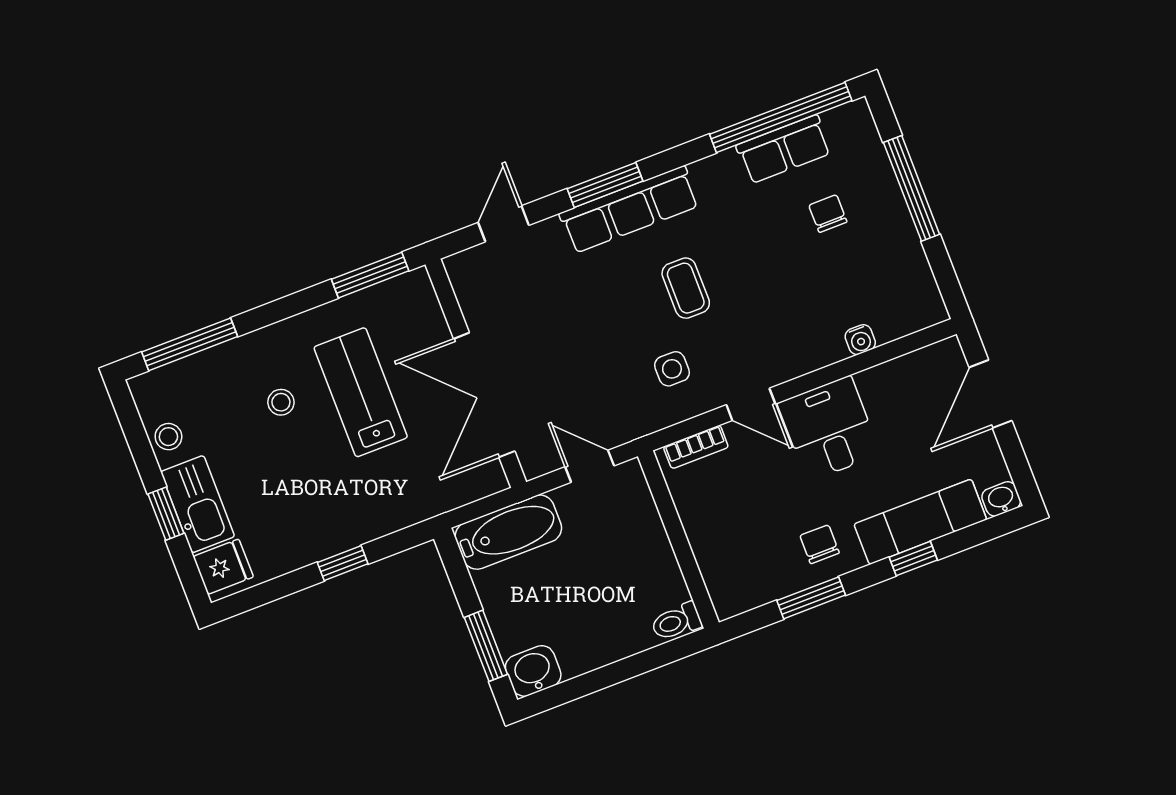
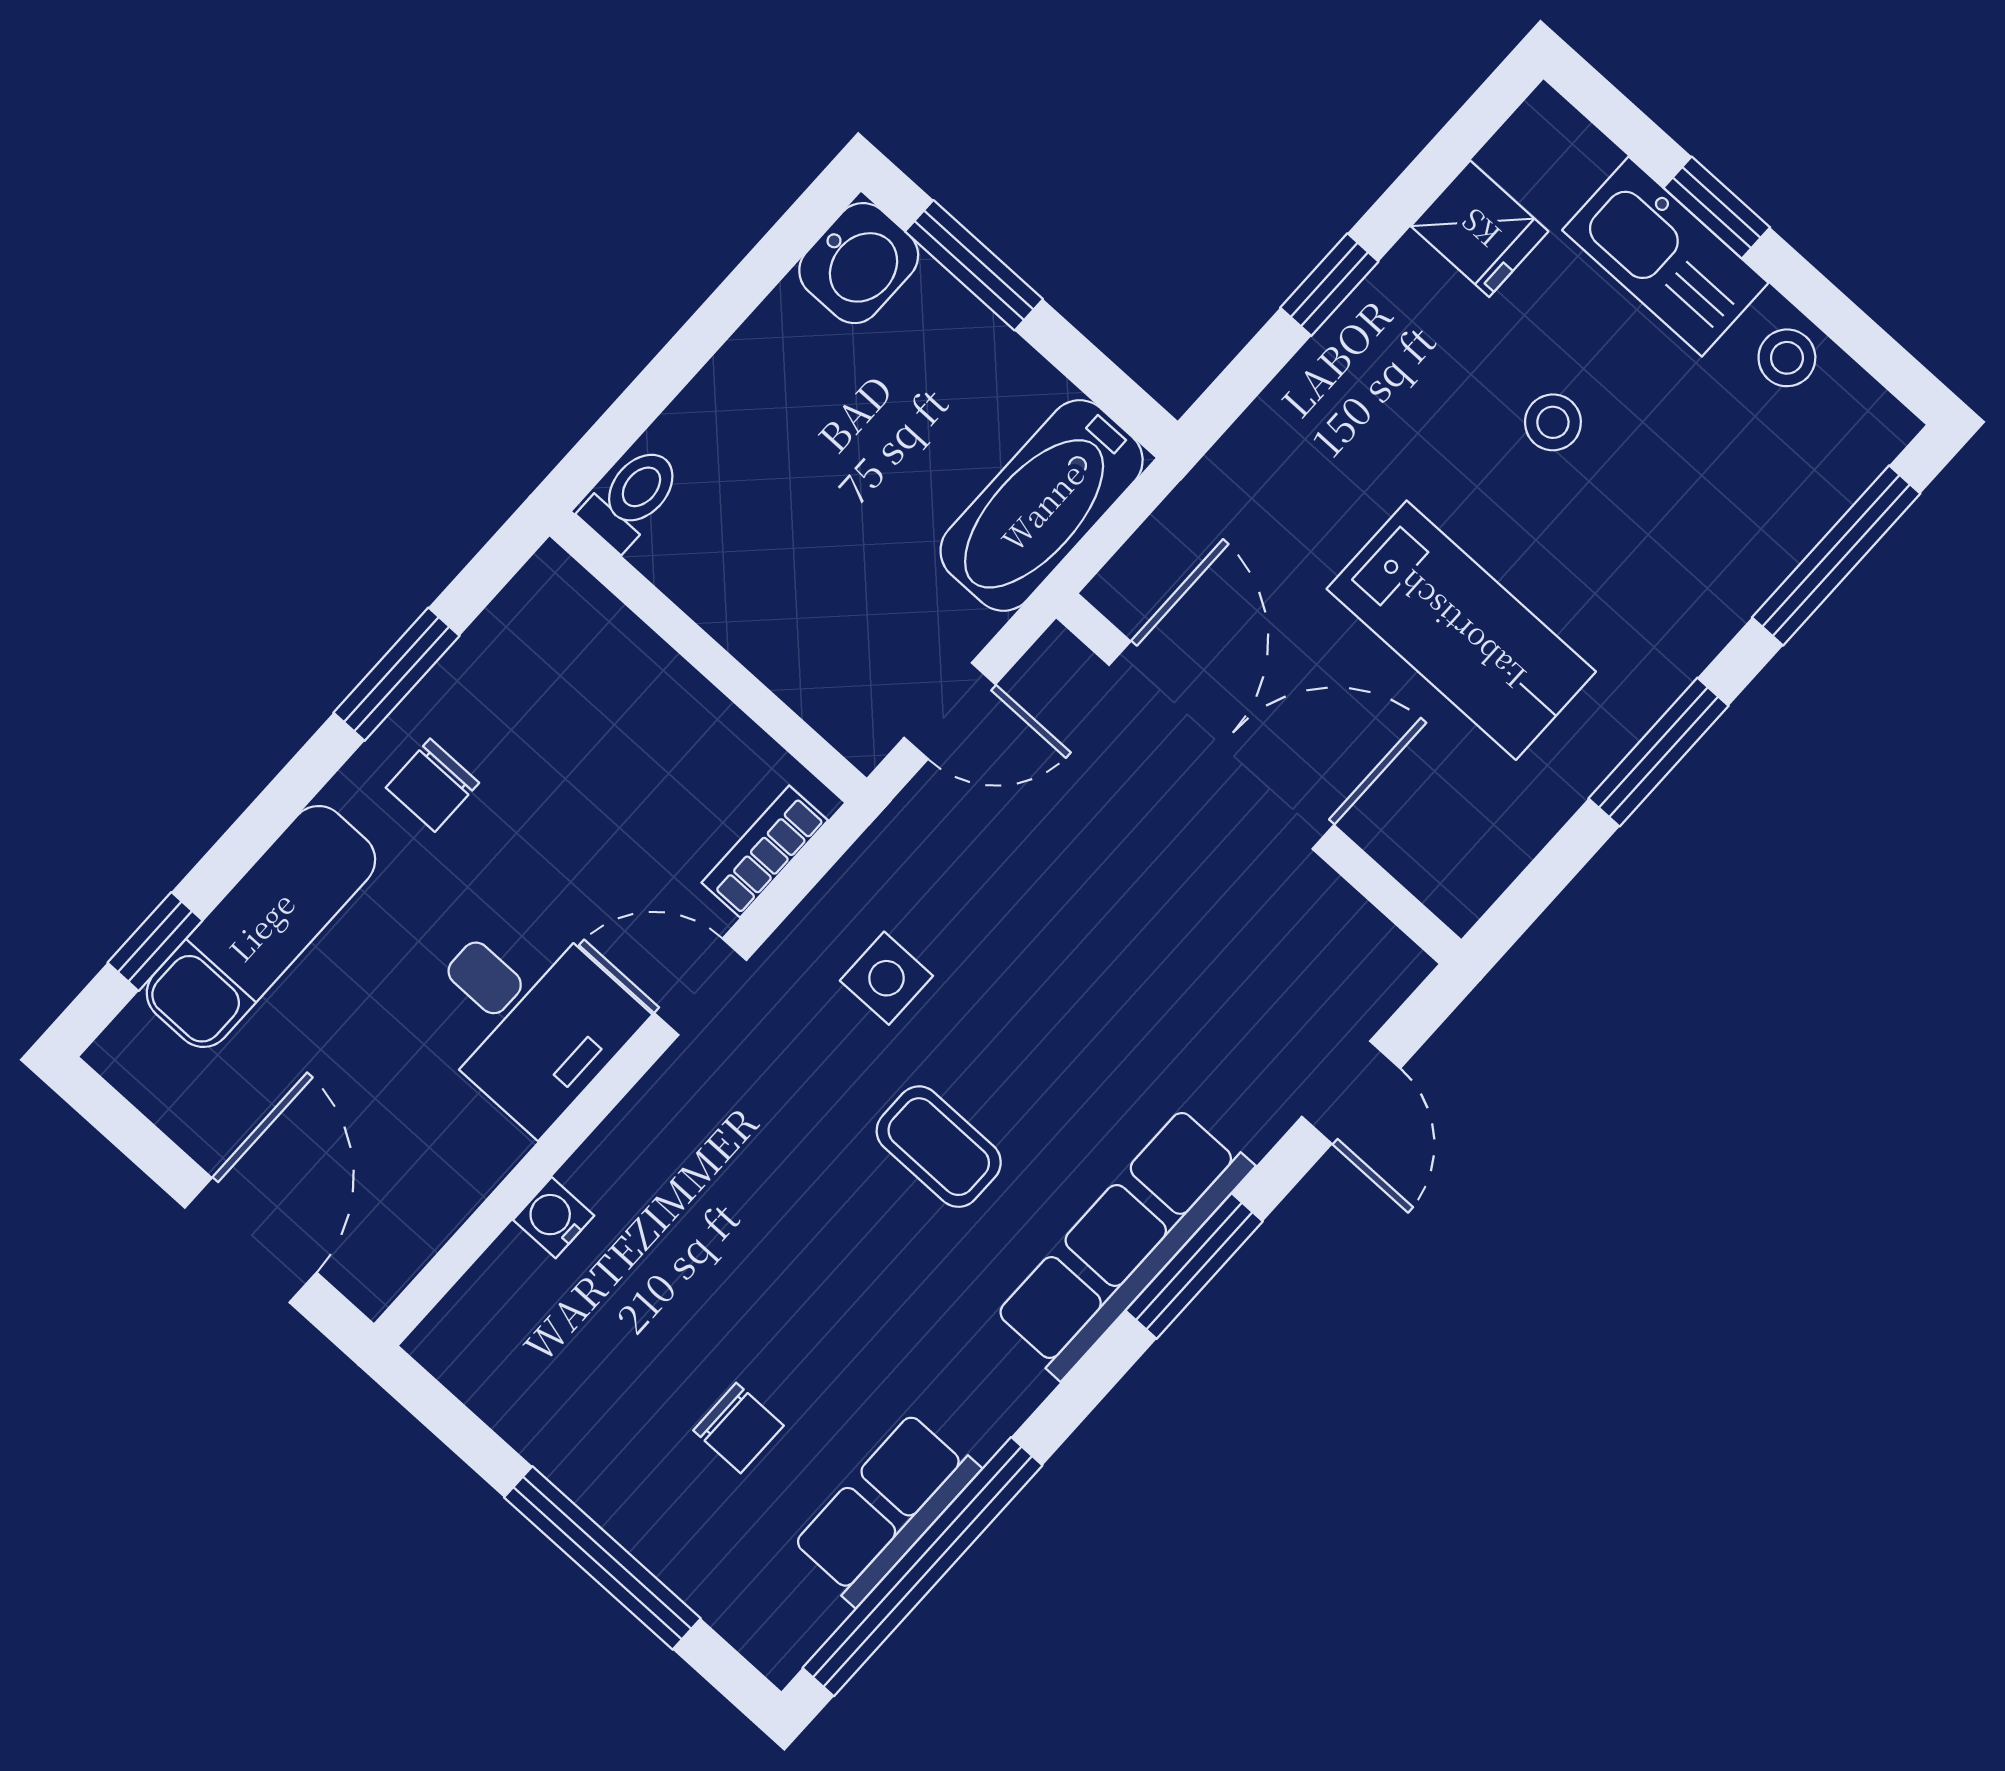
window: (370, 275) -> (1658, 752), moved
stool: (281, 402) -> (1553, 422), moved
washbasin: (1001, 499) -> (128, 1049), removed
chair: (820, 544) -> (432, 785), turned 90
window: (913, 559) -> (155, 941), moved
fridge: (223, 567) -> (1480, 229), moved, turned -90

